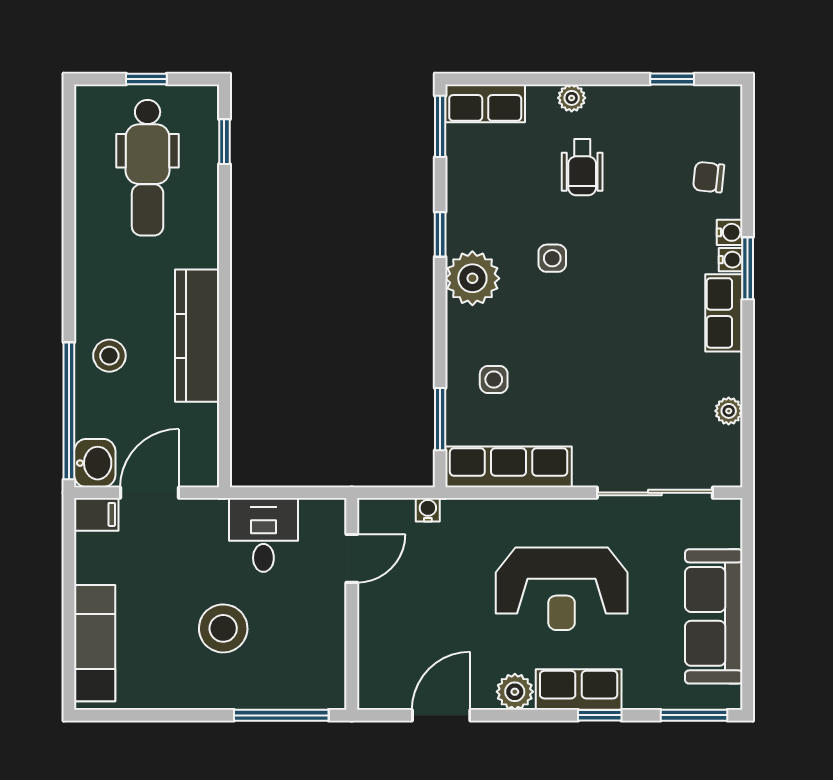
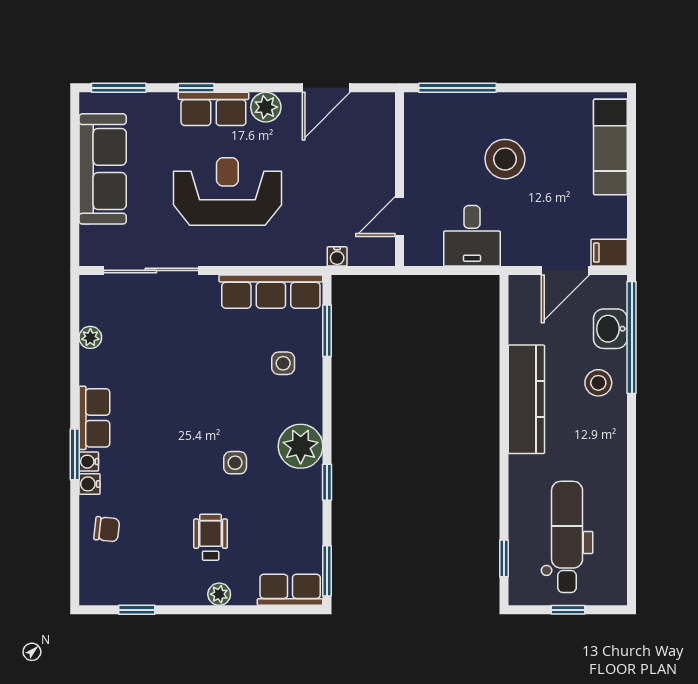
washbasin: (95, 463) -> (610, 329), moved

